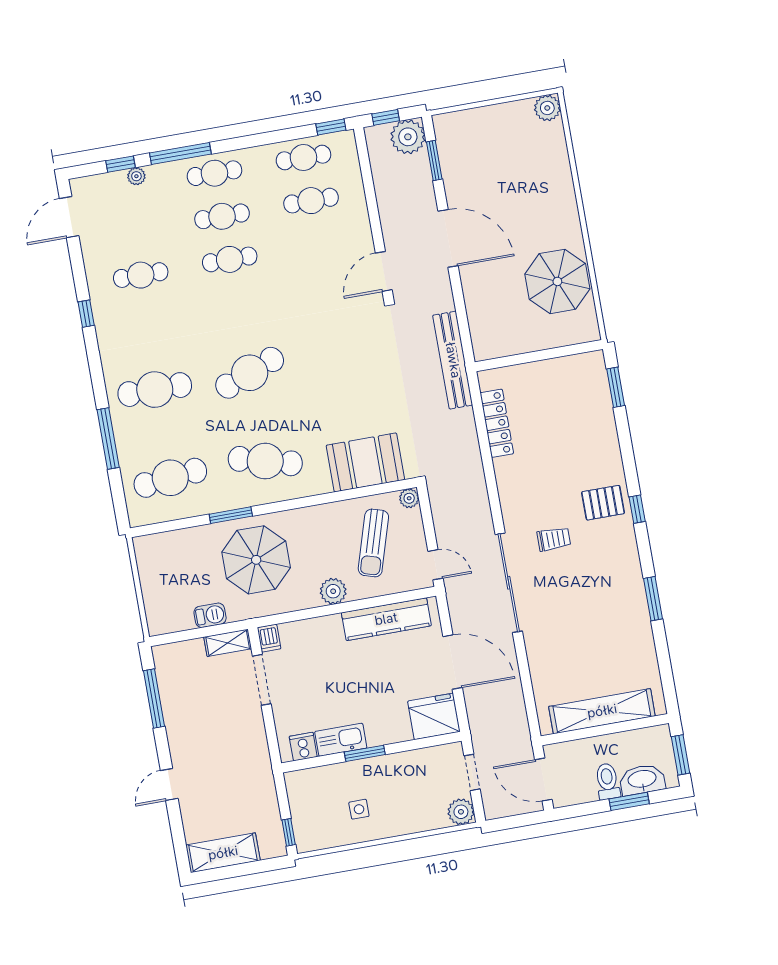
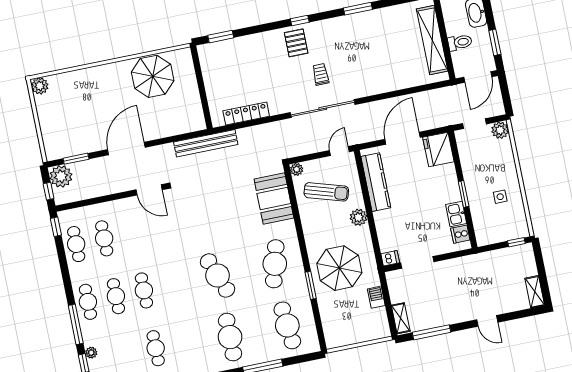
sliding door: (509, 583) -> (323, 109), moved
shelving: (228, 643) -> (401, 318), moved
kitchen sink: (341, 740) -> (456, 214), width x0.73
toilet: (607, 781) -> (460, 42), moved, turned 180
window: (629, 801) -> (495, 42), moved
shelving: (223, 853) -> (535, 292), width x0.67, depth x0.75

